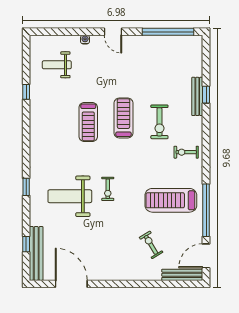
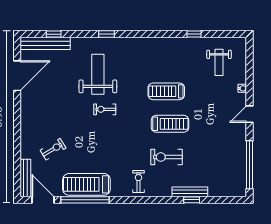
weight bench: (57, 65) -> (219, 62), turned 180
treadmill: (171, 200) -> (86, 184), moved, turned -90

